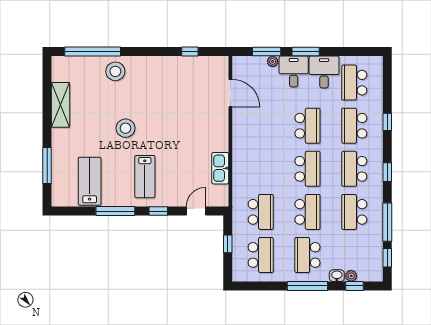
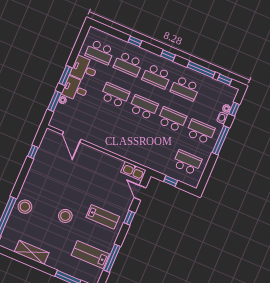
door: (230, 93) -> (72, 137), swing flipped
kitchen sink: (220, 168) -> (133, 171), moved
window: (115, 211) -> (112, 258), moved
school desk: (261, 212) -> (159, 150), removed
school desk: (307, 255) -> (200, 132), turned 180

